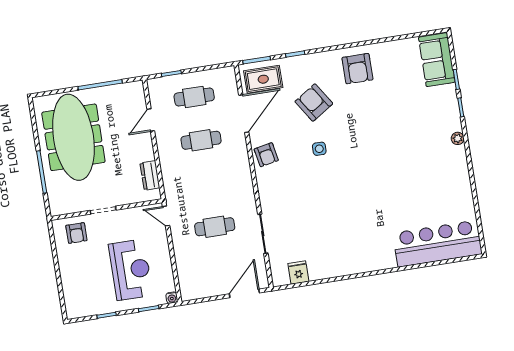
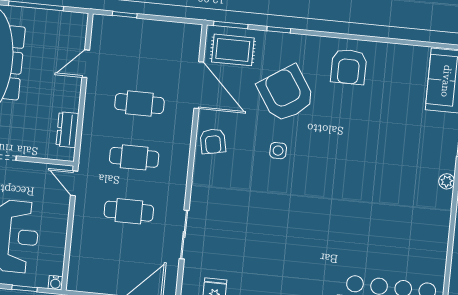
cafe table: (194, 97) -> (134, 157), moved
armchair: (314, 103) -> (286, 94), width x1.36, depth x1.36
door: (244, 114) -> (199, 85), hinge flipped

